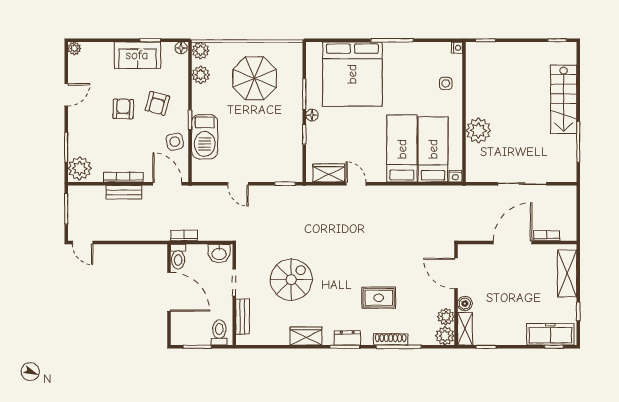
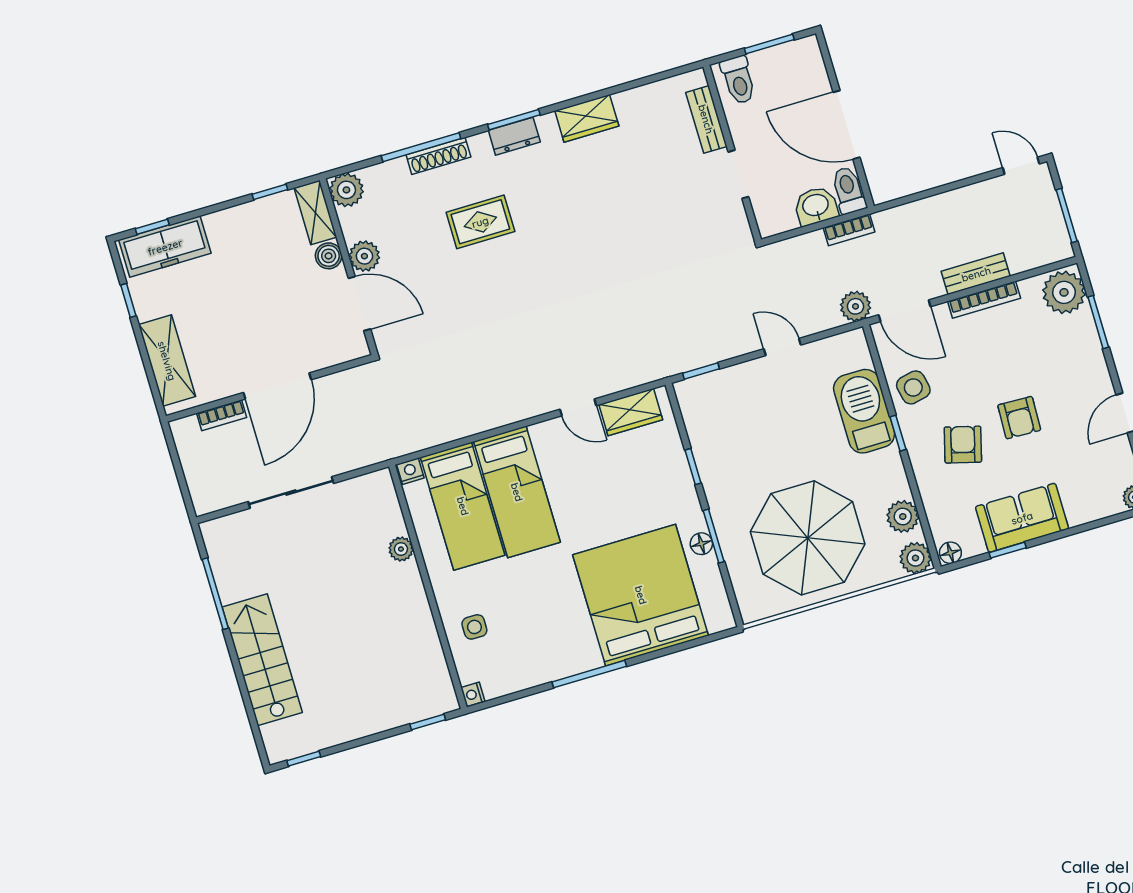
parasol: (255, 78) -> (808, 538), width x1.36, depth x1.36
floor lamp: (312, 115) -> (701, 544), moved
plant: (478, 130) -> (401, 549), width x0.53, depth x0.53
plant: (193, 194) -> (855, 306), added
washbasin: (219, 253) -> (816, 206), moved
spiral stairs: (291, 280) -> (641, 208), removed
plant: (446, 317) -> (364, 256), moved

